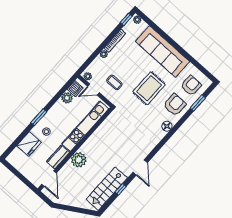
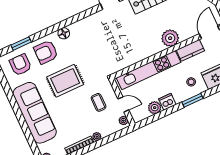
armchair: (191, 86) -> (20, 65), turned 89
dishwasher: (75, 89) -> (167, 102), moved

